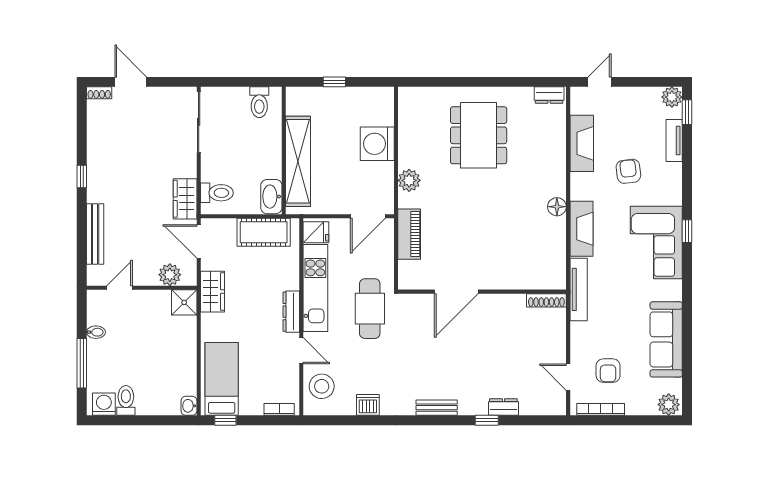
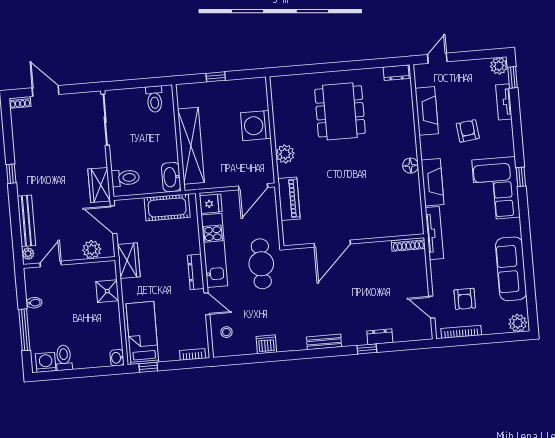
plant: (94, 273) -> (28, 254), added
shower: (184, 302) -> (107, 291), moved
stool: (322, 386) -> (226, 332), width x0.53, depth x0.53

